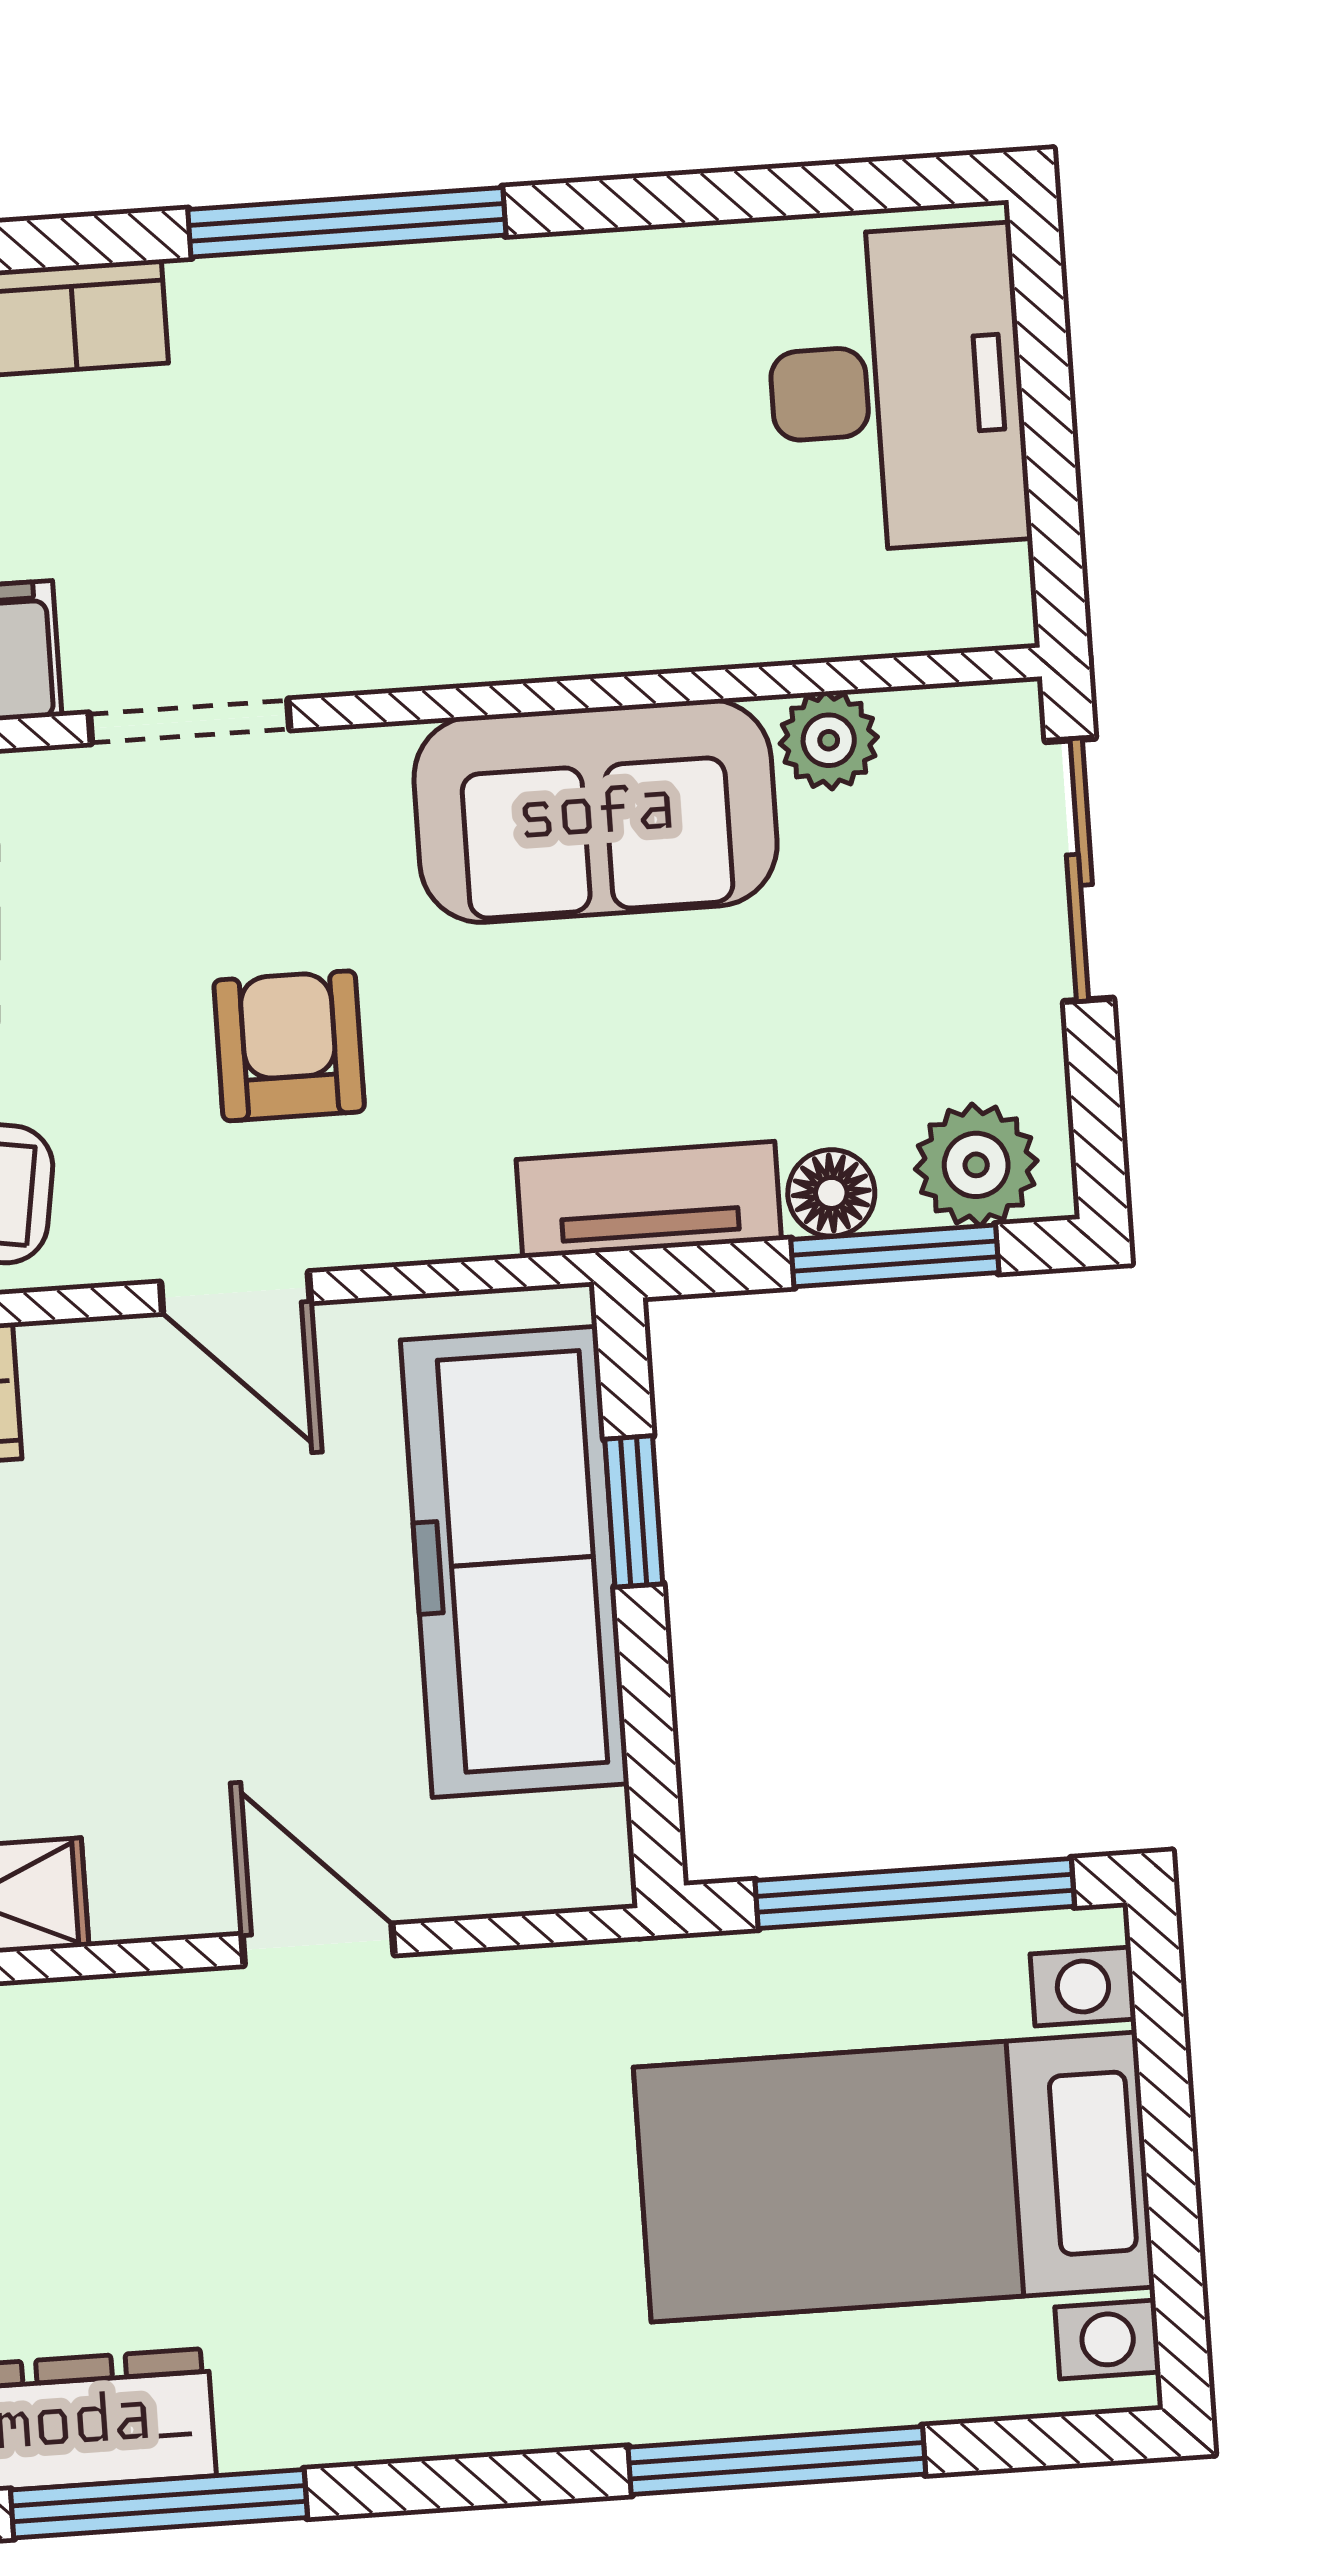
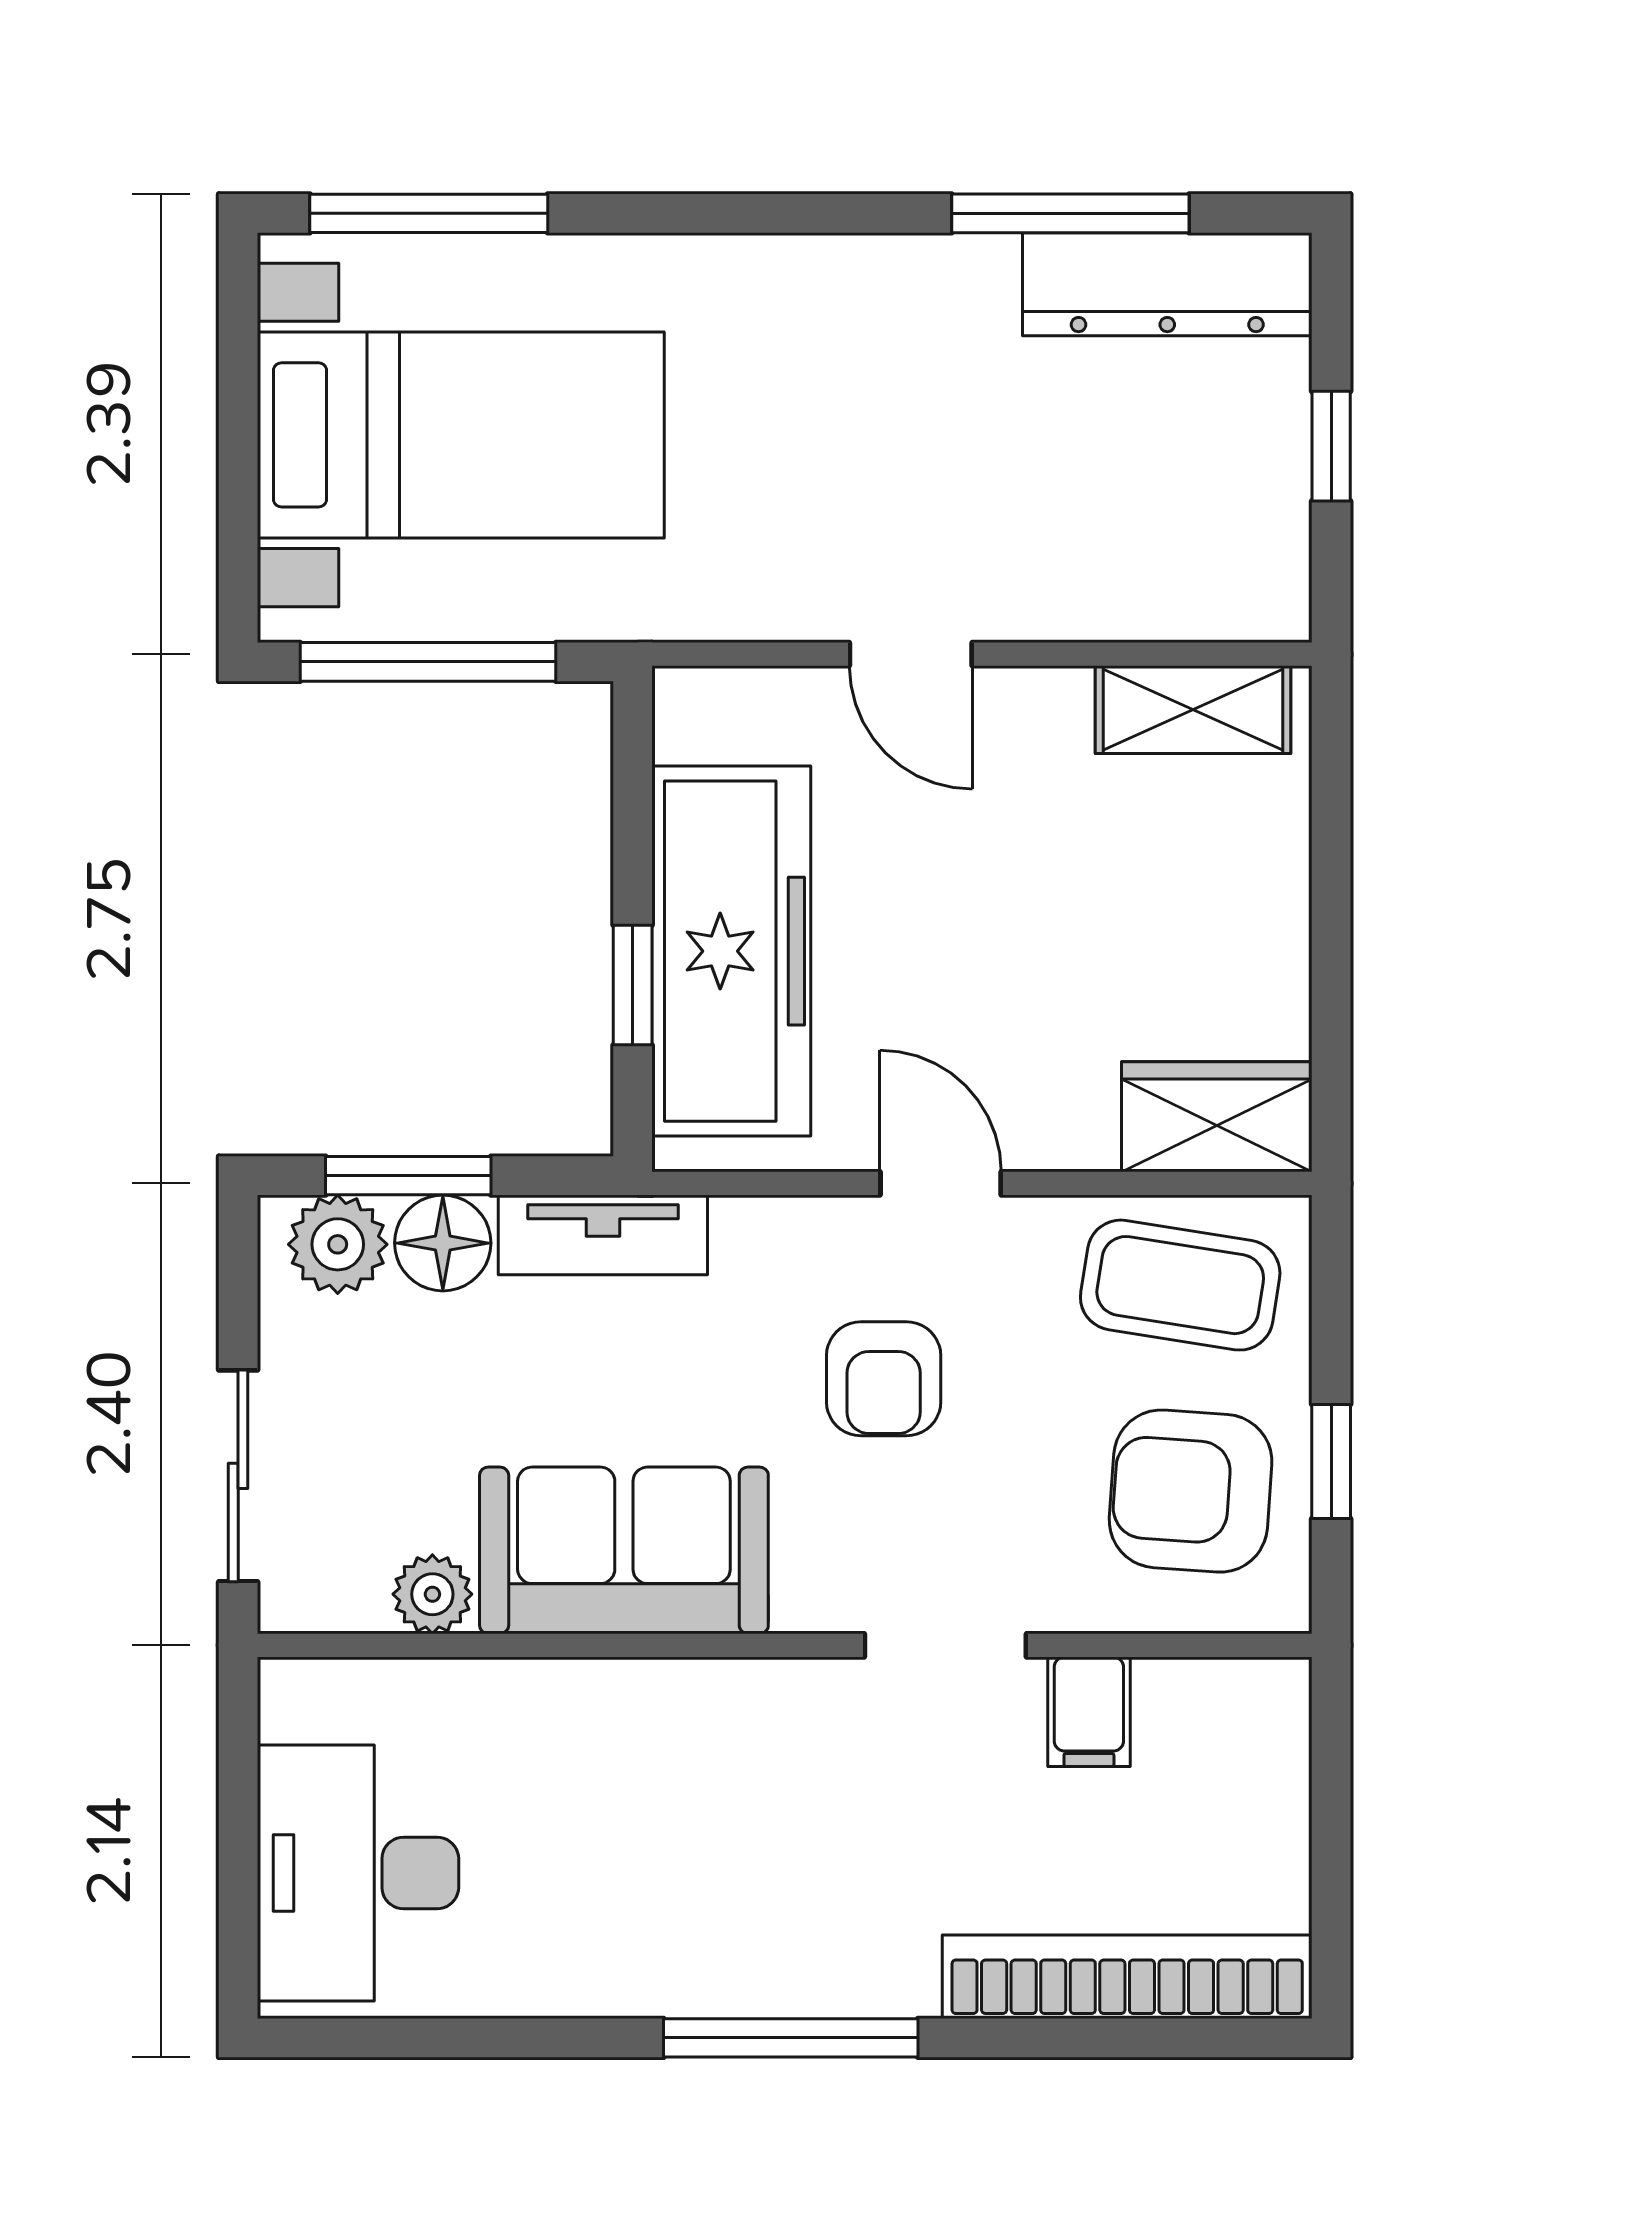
floor lamp: (831, 1193) -> (443, 1243), width x1.37, depth x1.37
window: (777, 2461) -> (429, 213), moved

